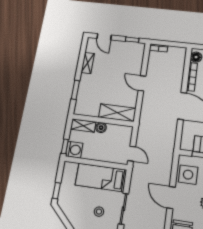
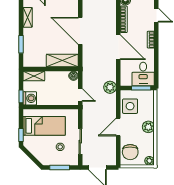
door: (142, 83) -> (80, 31), width x1.87
boiler: (101, 128) -> (74, 76), moved
plant: (167, 149) -> (110, 87), added
bed: (101, 177) -> (44, 126), moved, turned 180
door: (171, 198) -> (118, 127), hinge flipped

